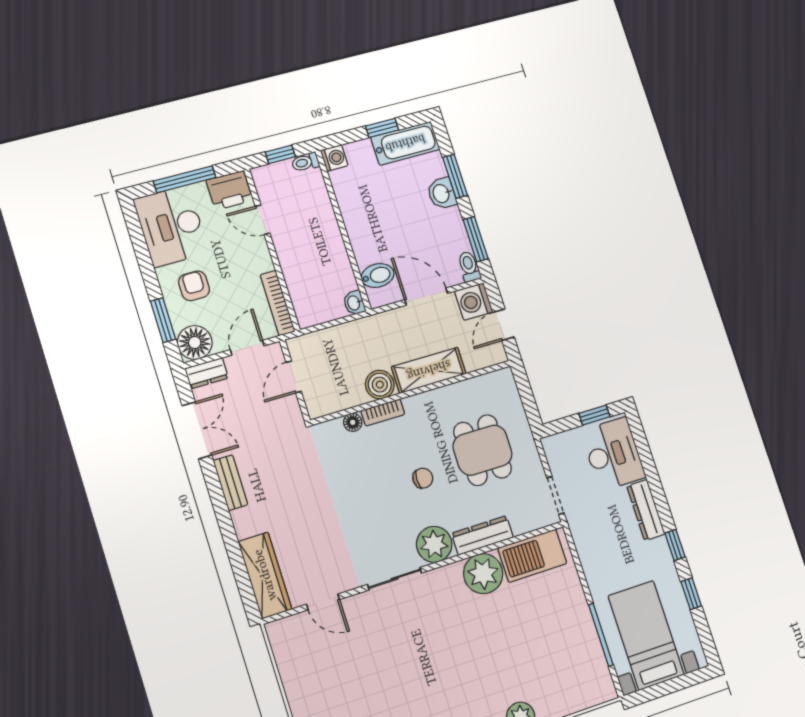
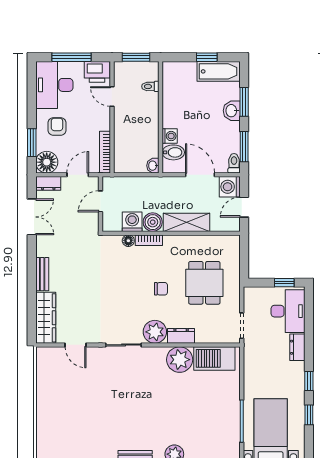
window: (280, 154) -> (136, 57), width x1.50
washing machine: (334, 158) -> (170, 136), moved
toilet: (305, 162) -> (150, 86), moved
washing machine: (350, 393) -> (132, 222), added
bench: (230, 483) -> (42, 274), moved
dresser: (646, 510) -> (297, 347), width x0.70
dresser: (483, 535) -> (181, 336), width x0.70

